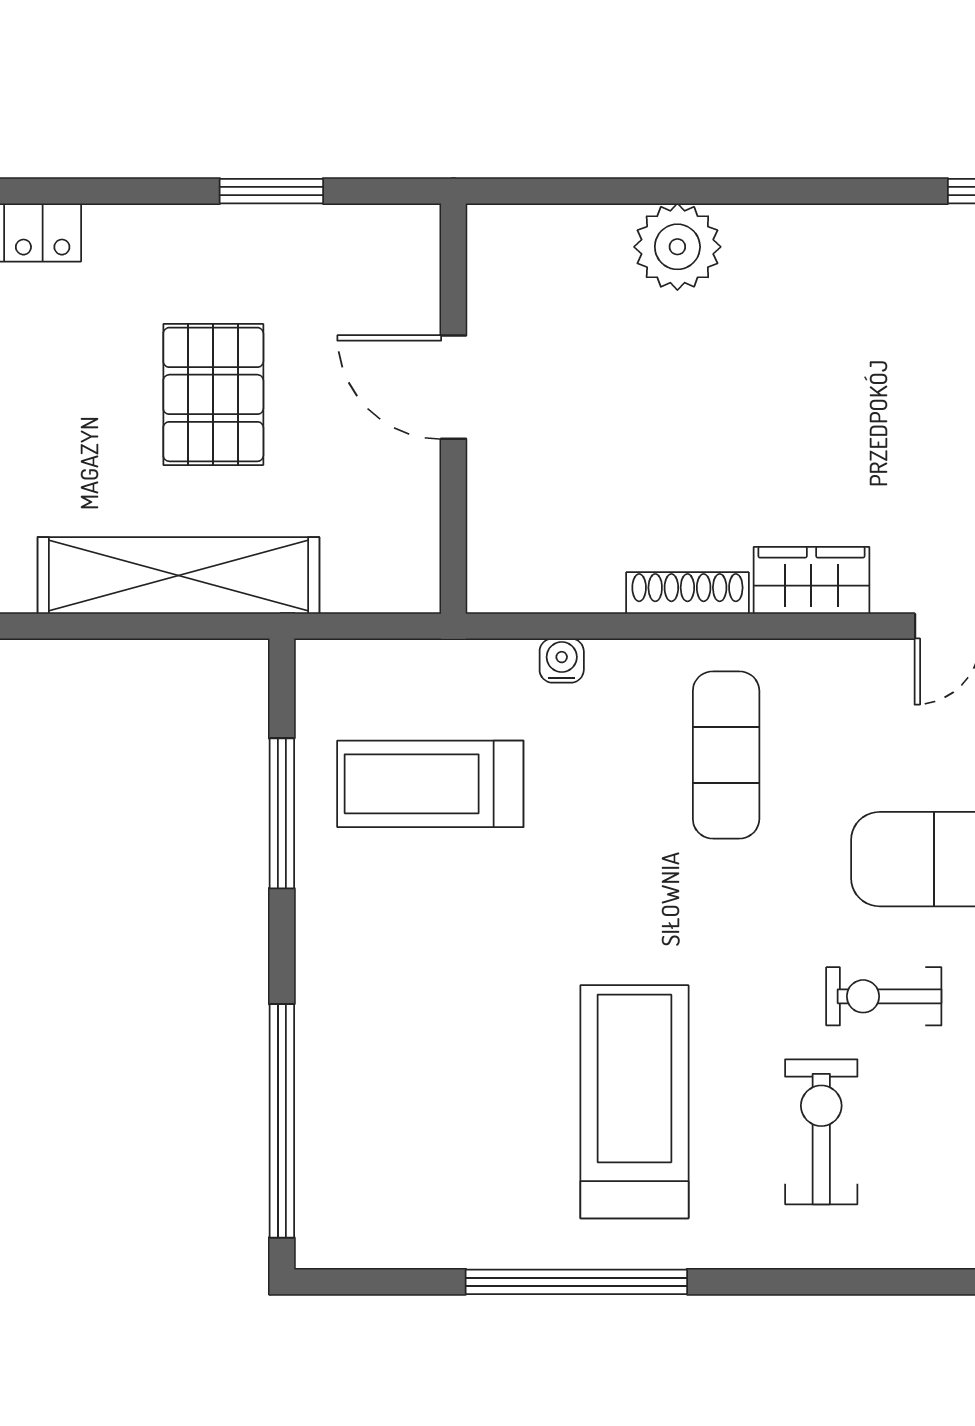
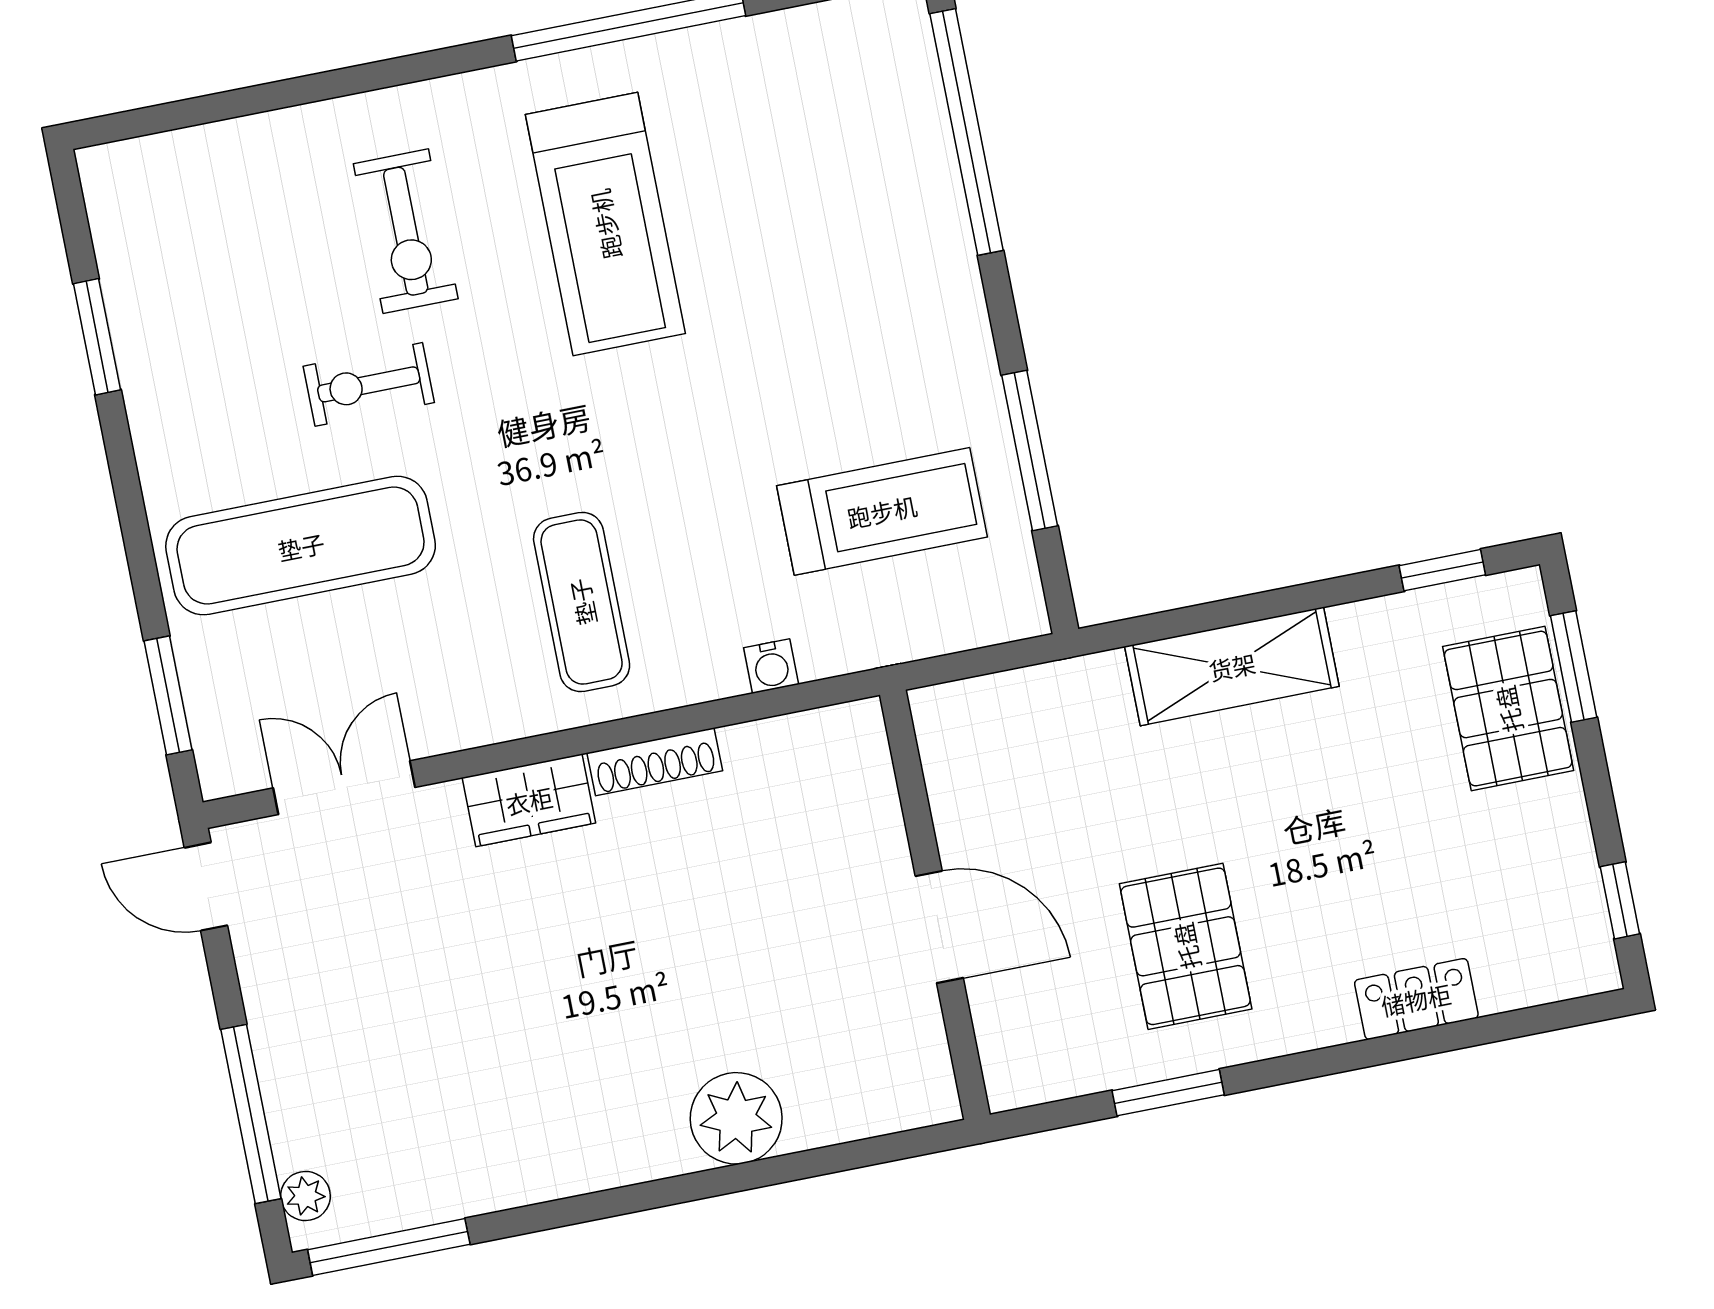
pallet: (213, 394) -> (1186, 946), moved
shelving: (178, 575) -> (1232, 666), width x0.68
exercise bike: (884, 996) -> (369, 384), turned 180

